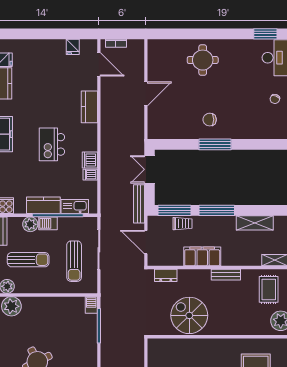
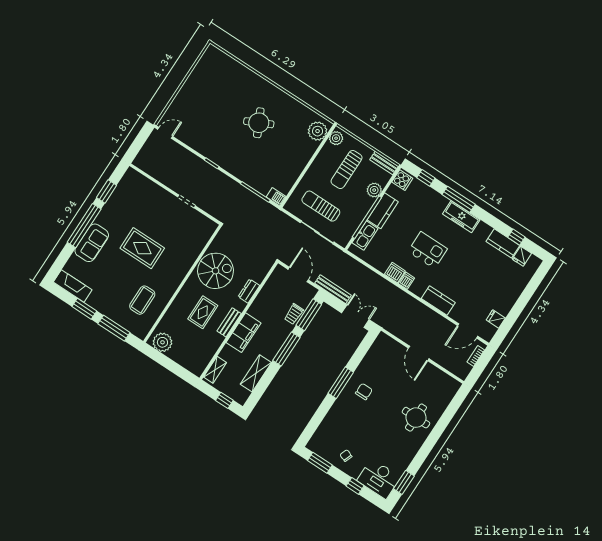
dishwasher: (90, 175) -> (406, 281), moved
barbecue: (48, 223) -> (366, 205), removed
door: (146, 242) -> (298, 275), hinge flipped
filing cabinet: (202, 256) -> (243, 333), moved
dresser: (166, 275) -> (249, 291), moved
rug: (269, 289) -> (203, 312), moved, turned 90

